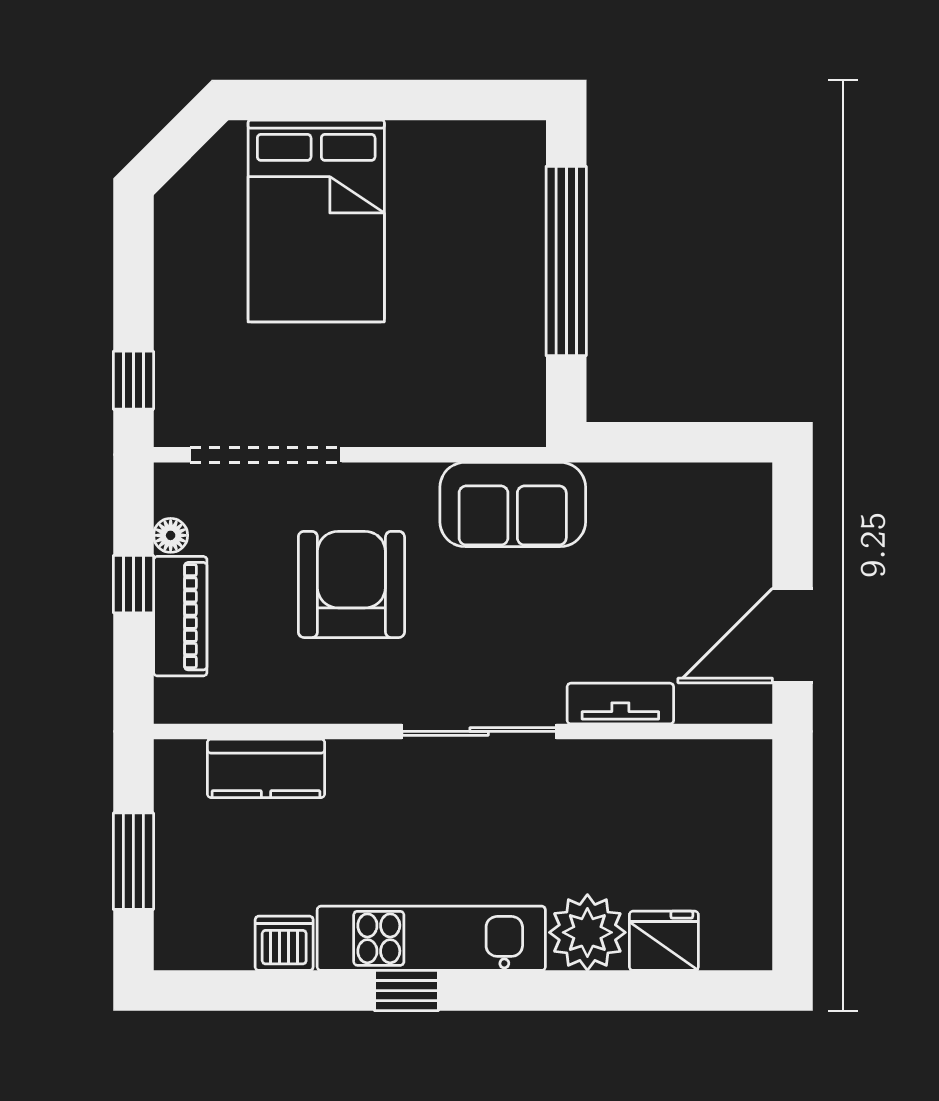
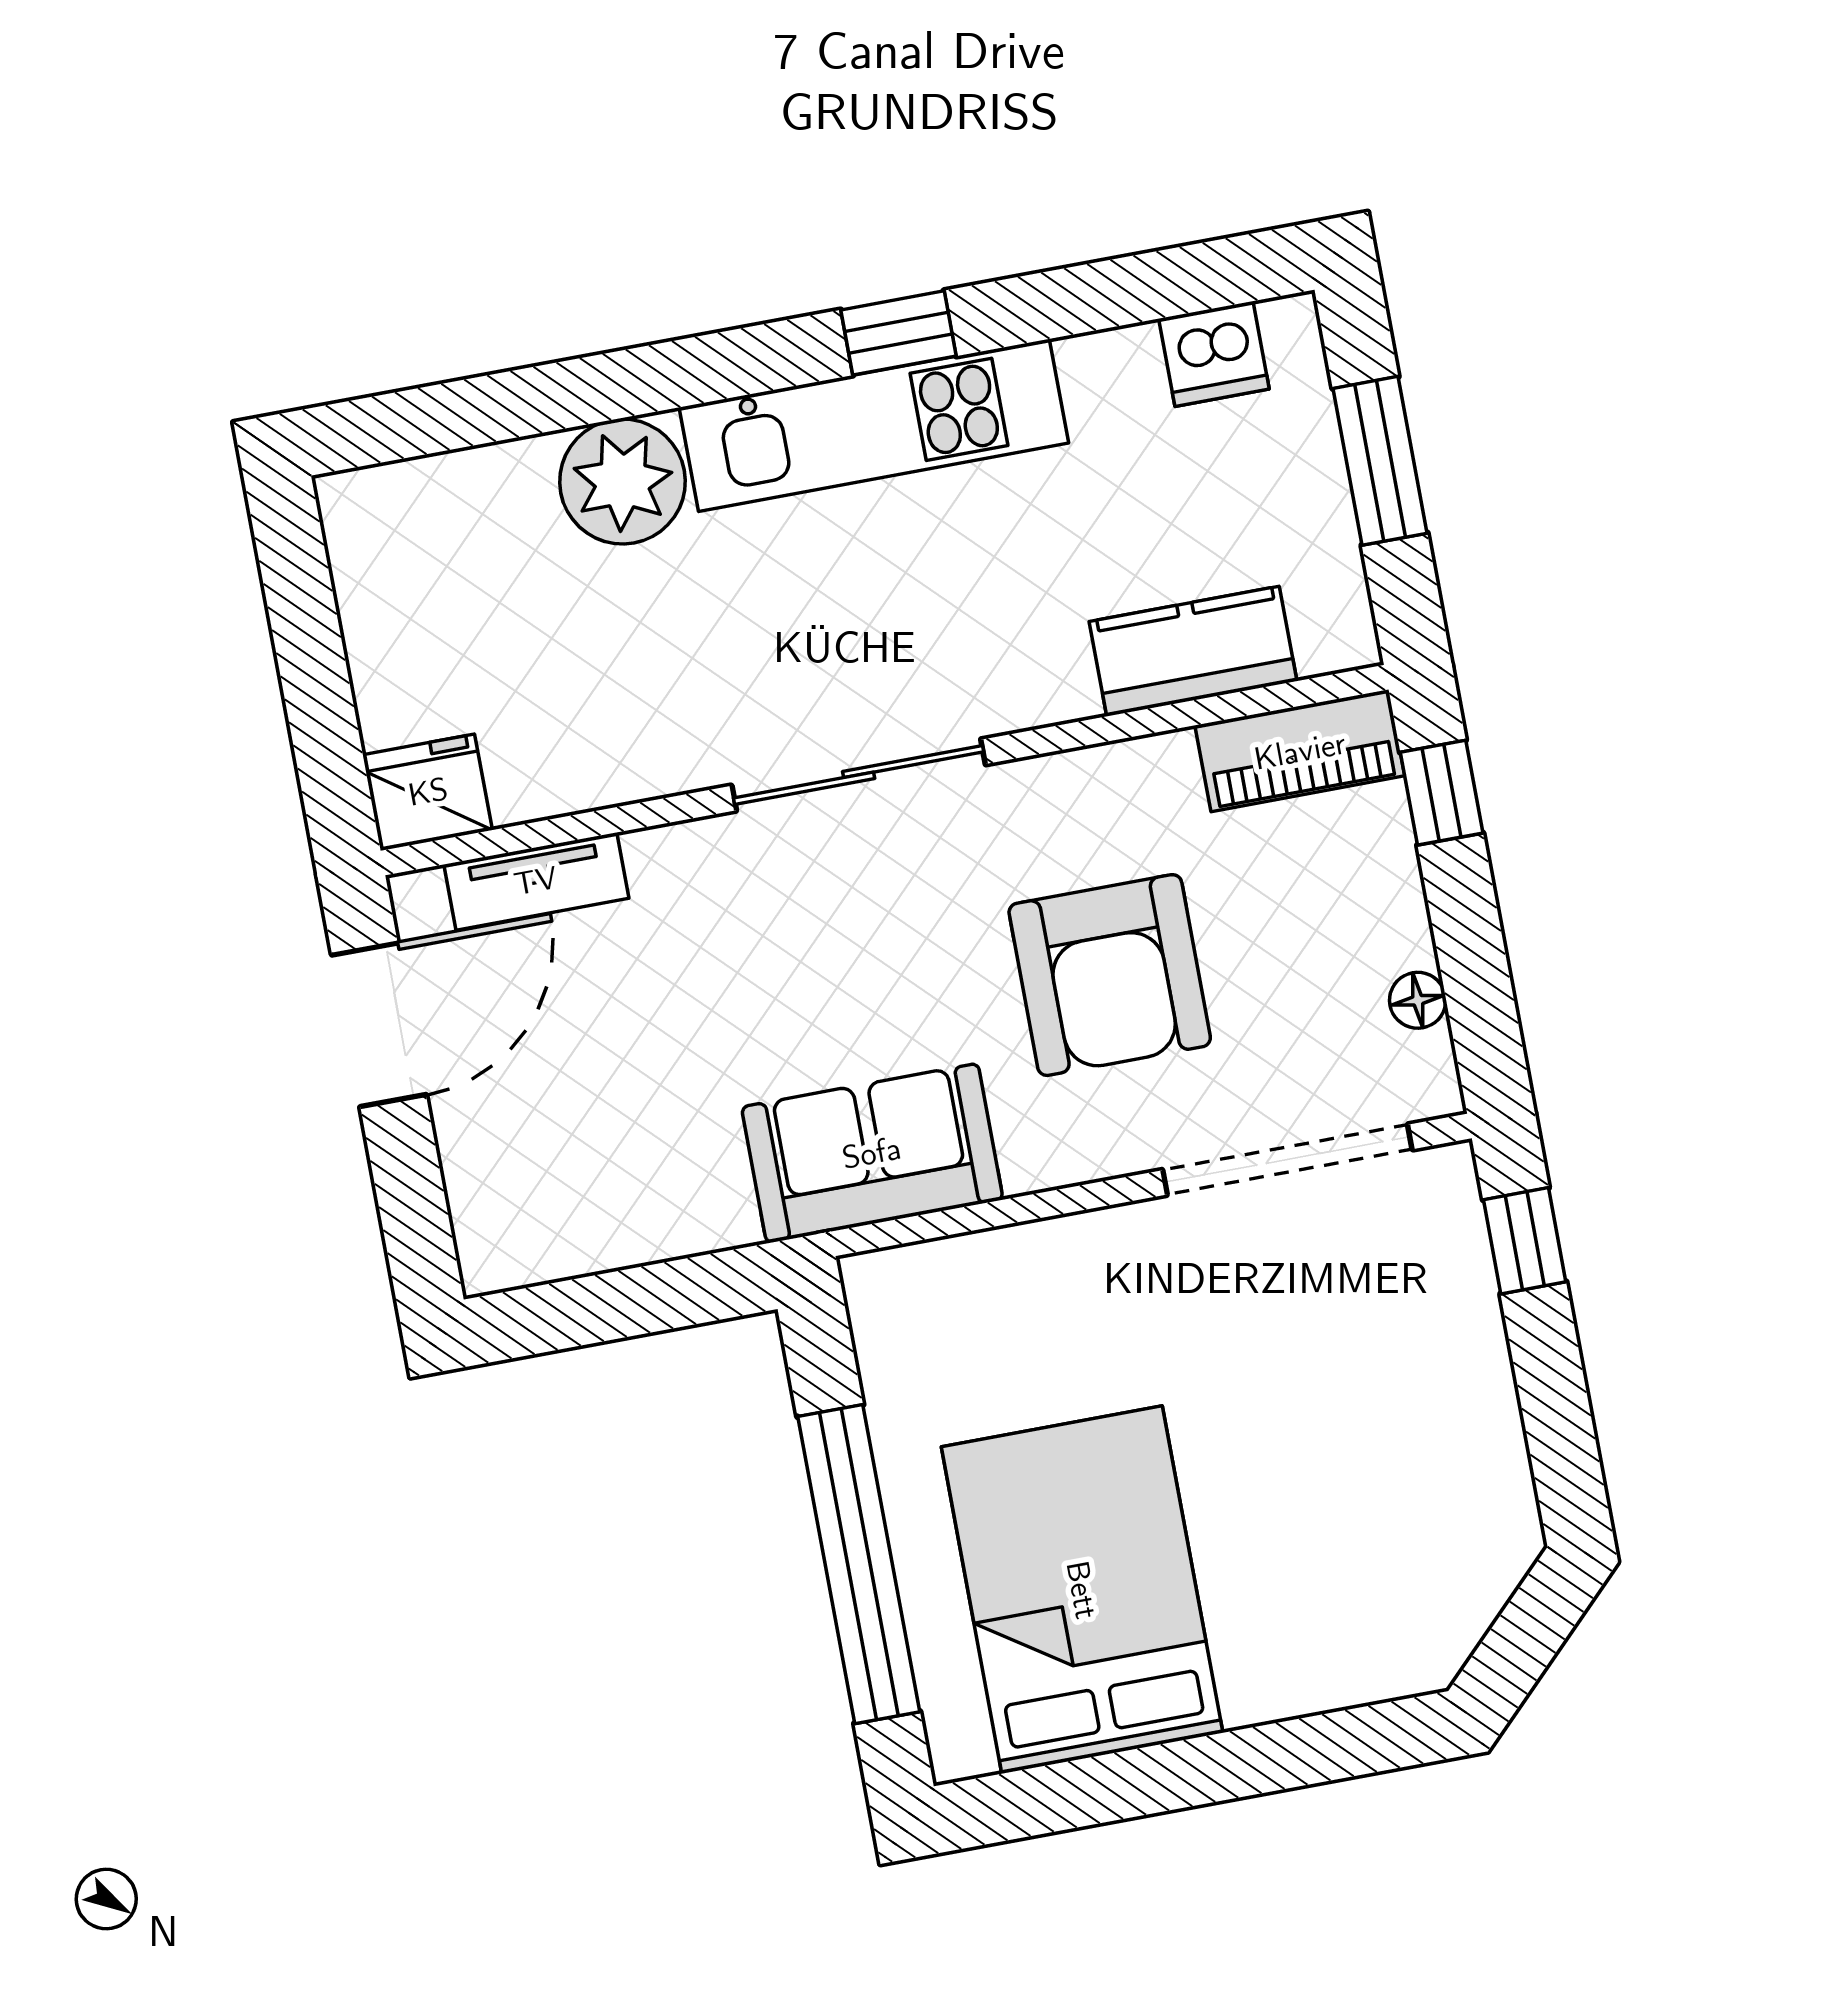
bed: (316, 221) -> (1082, 1590), moved
window: (133, 584) -> (1442, 793), moved
piano: (180, 616) -> (1300, 751), moved, turned -90
tv unit: (620, 704) -> (536, 881), moved
fridge: (664, 941) -> (428, 792), moved, turned 180
dishwasher: (284, 943) -> (1214, 354), moved

